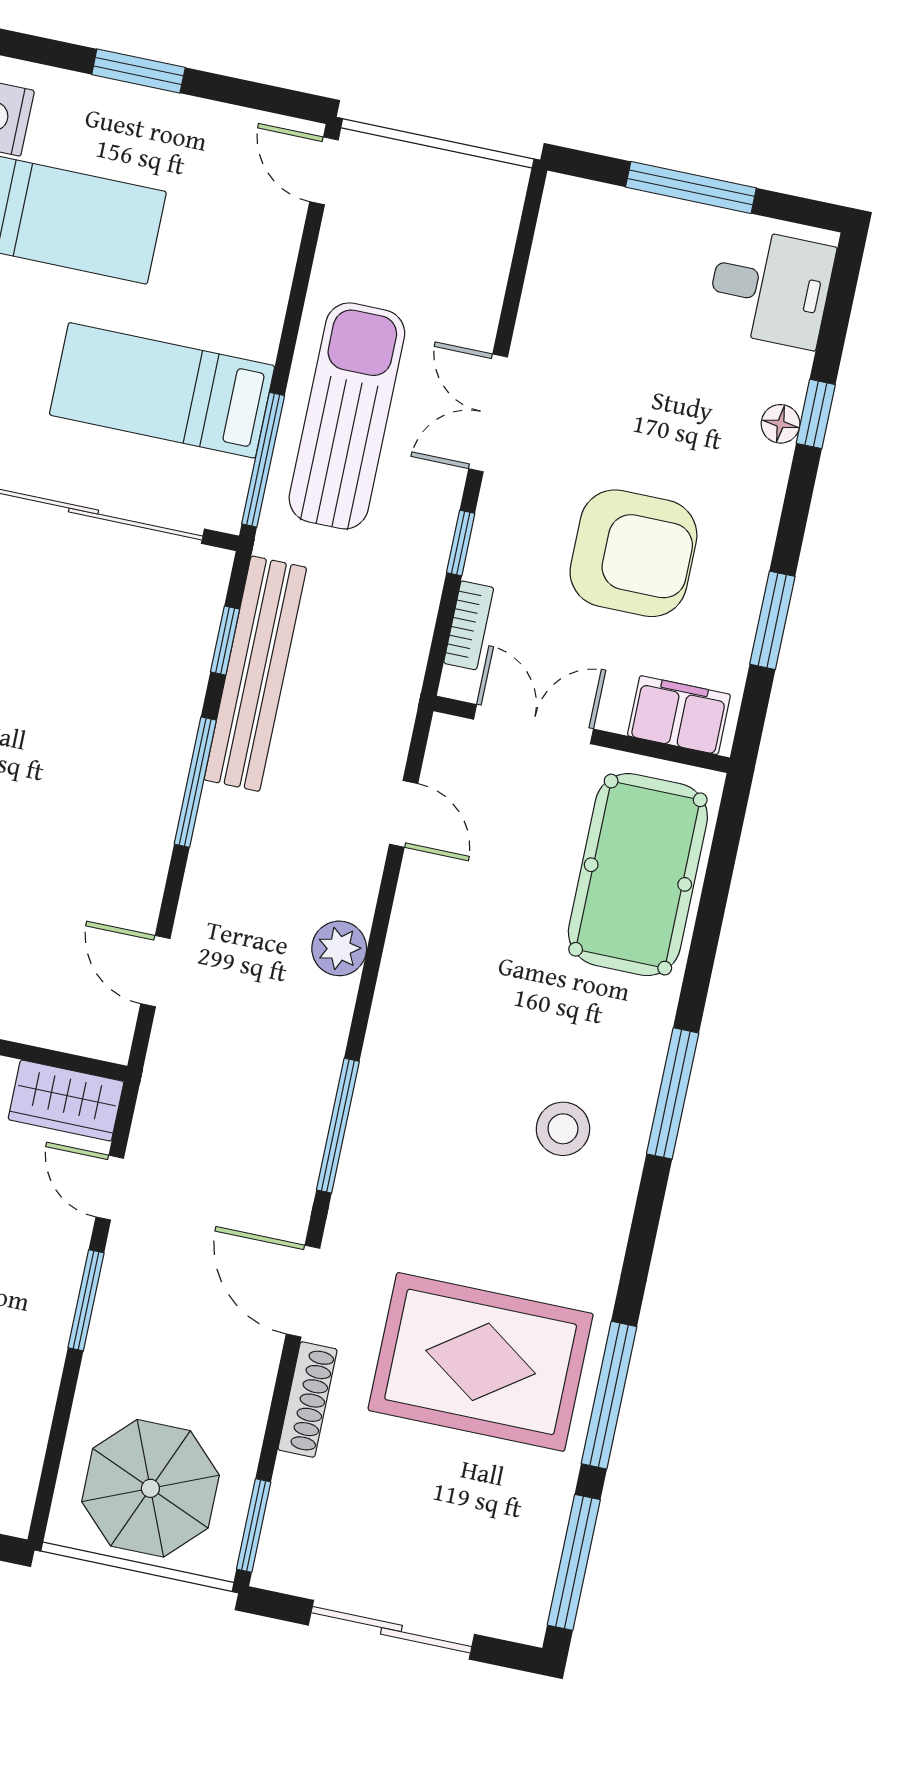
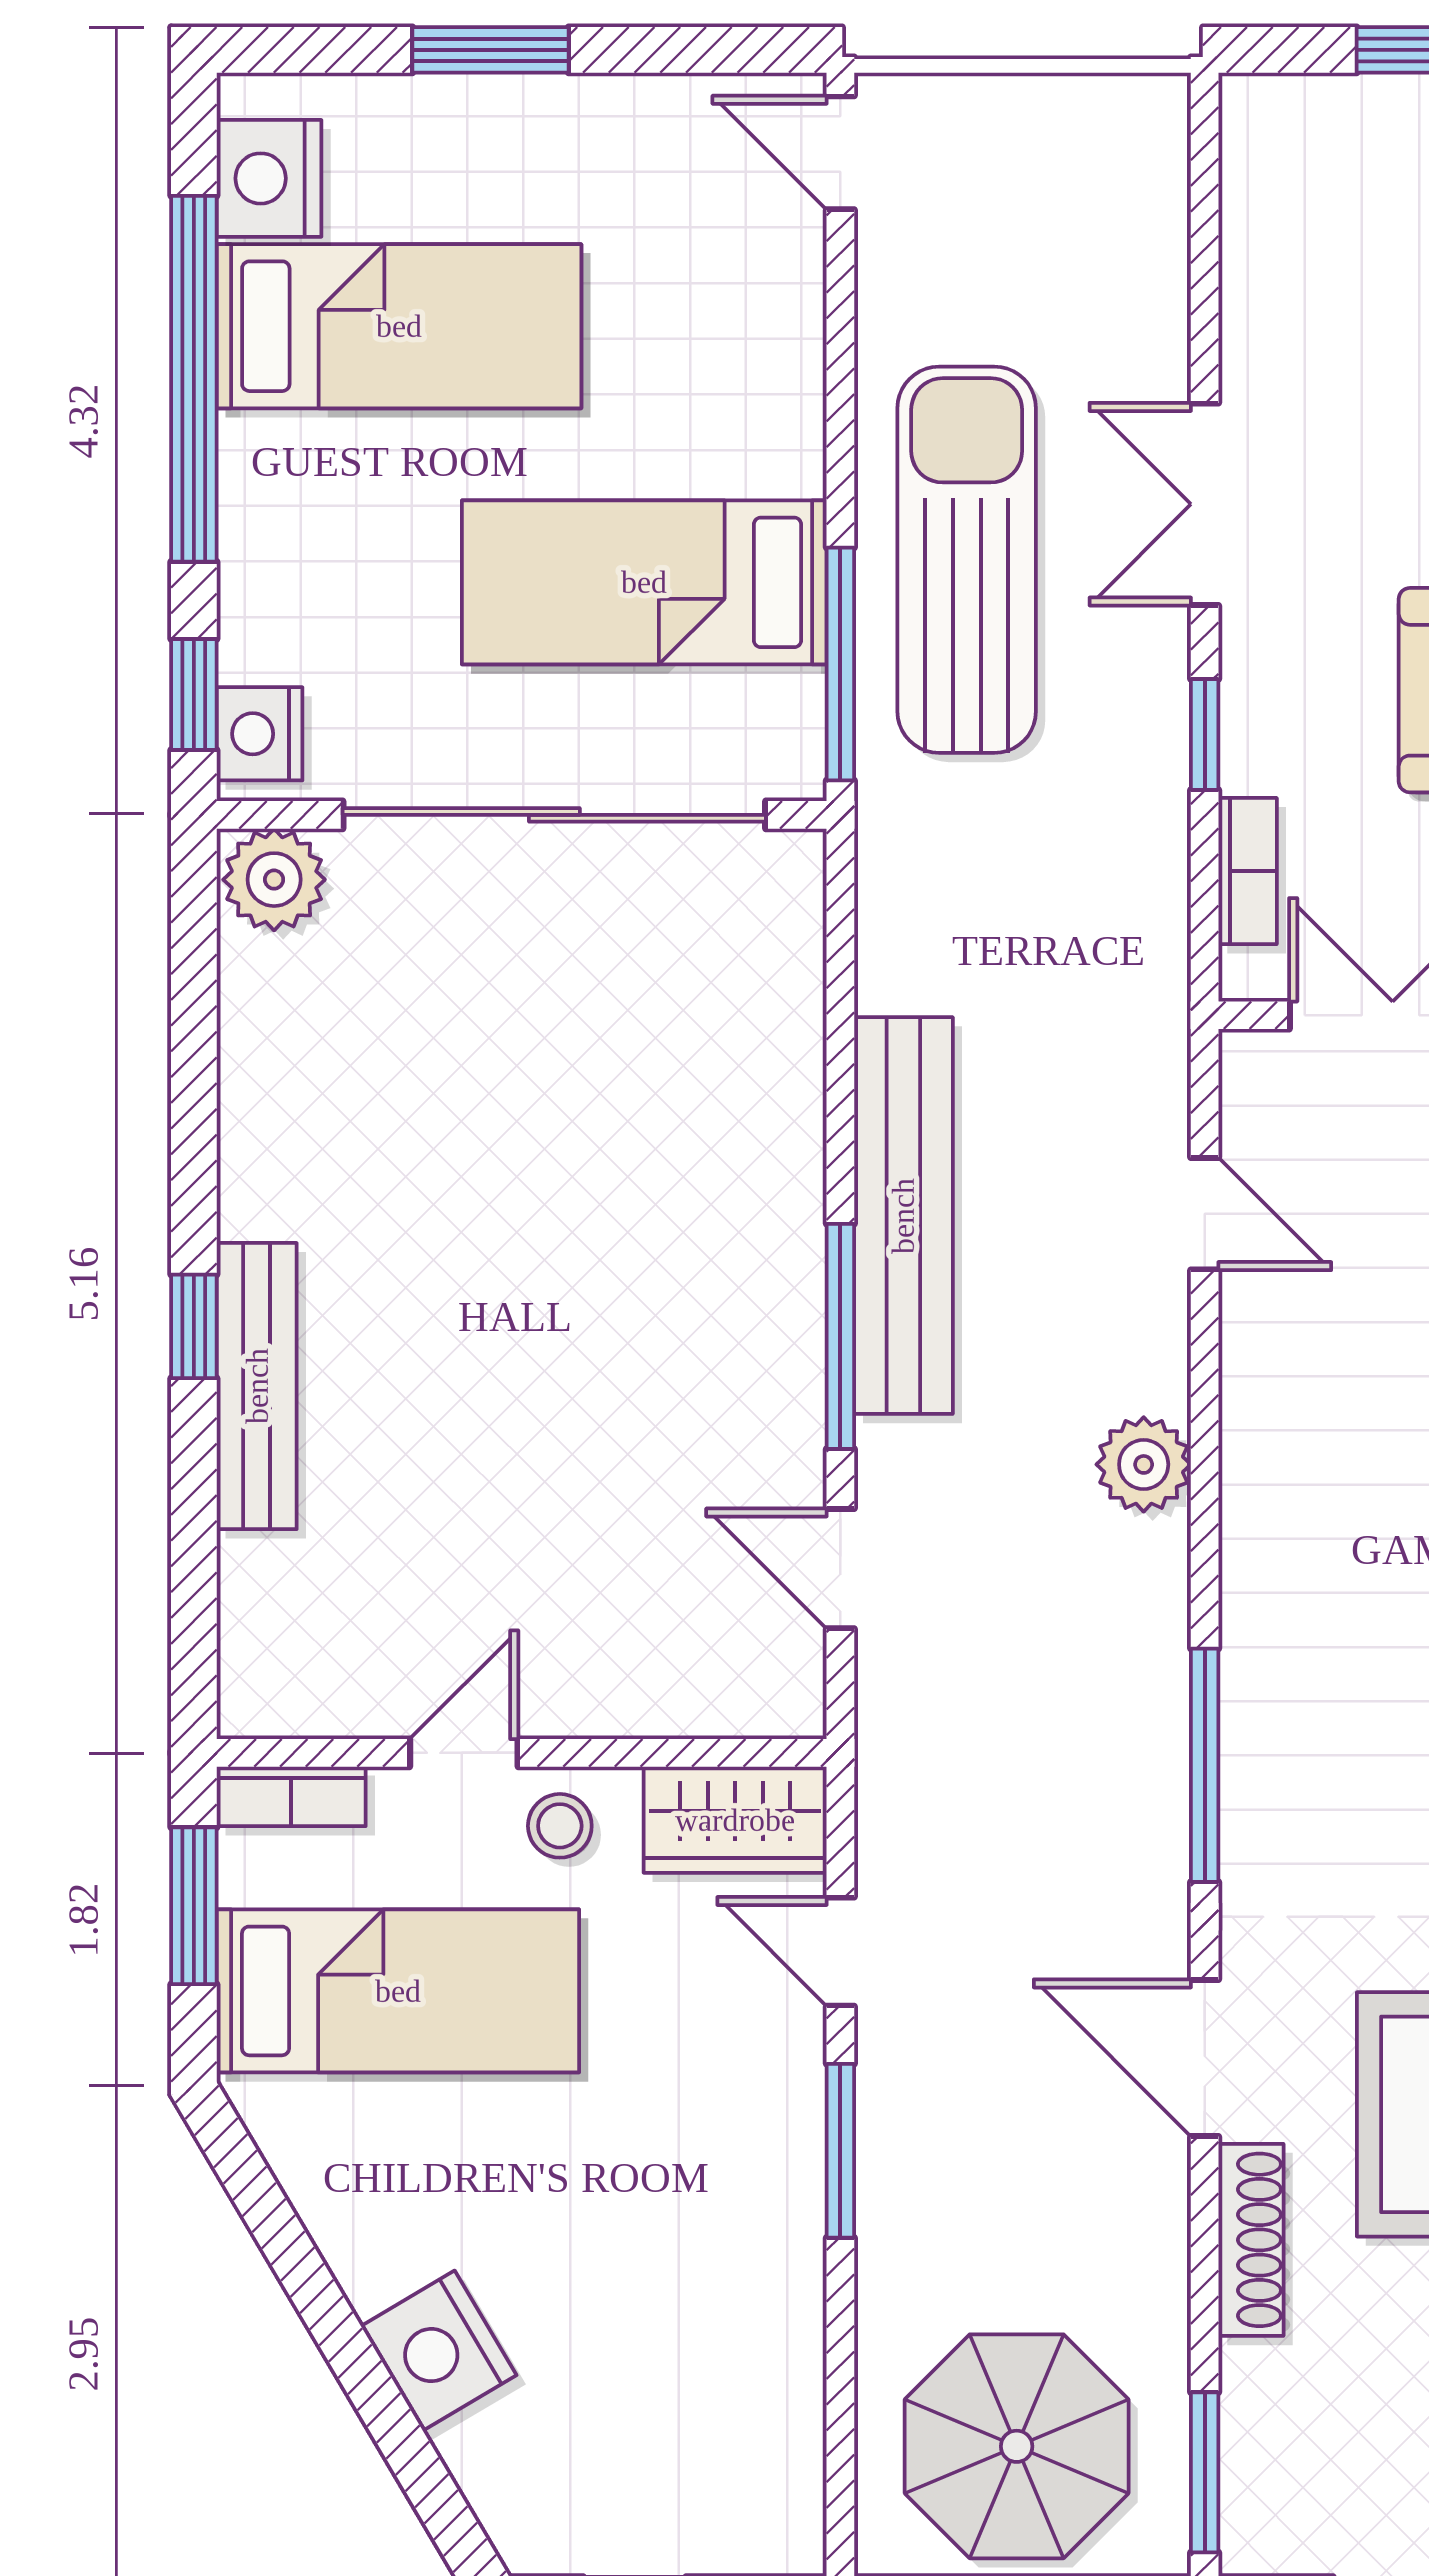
window: (225, 640) -> (840, 984), removed
bench: (255, 674) -> (903, 1216), moved
window: (195, 782) -> (840, 1336), moved

